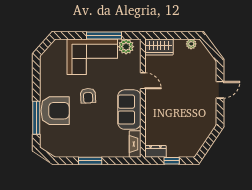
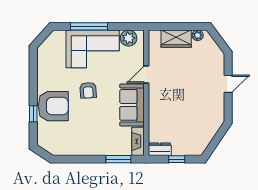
window: (104, 35) -> (89, 26), moved
wardrobe: (159, 47) -> (176, 39), moved
door: (143, 81) -> (146, 74), swing flipped
window: (36, 118) -> (33, 114), width x0.46
window: (90, 161) -> (118, 159), moved

